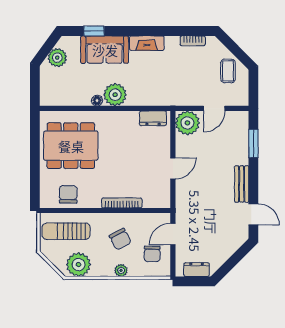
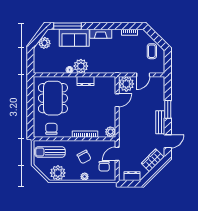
window: (94, 31) -> (68, 26), width x2.17
dresser: (153, 118) -> (86, 81), moved
window: (253, 143) -> (168, 109), moved
dining table: (71, 146) -> (53, 98), turned 90
door: (173, 168) -> (117, 100), moved
plant: (162, 199) -> (110, 132), added
door: (253, 214) -> (168, 141), hinge flipped
wardrobe: (229, 244) -> (153, 160), added

